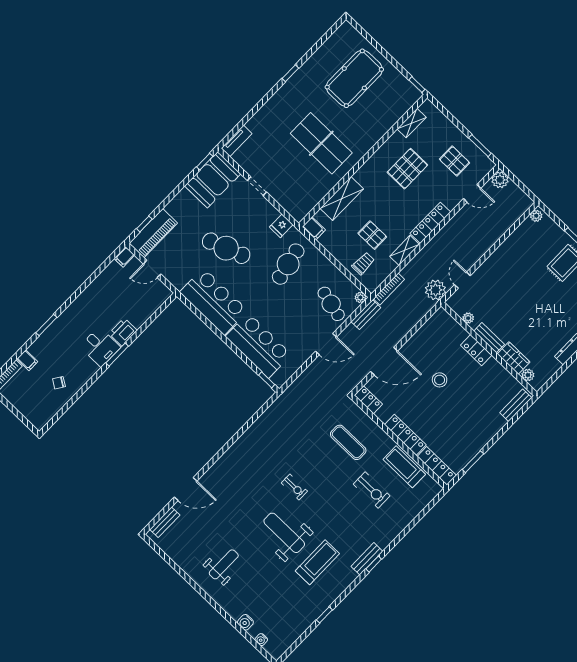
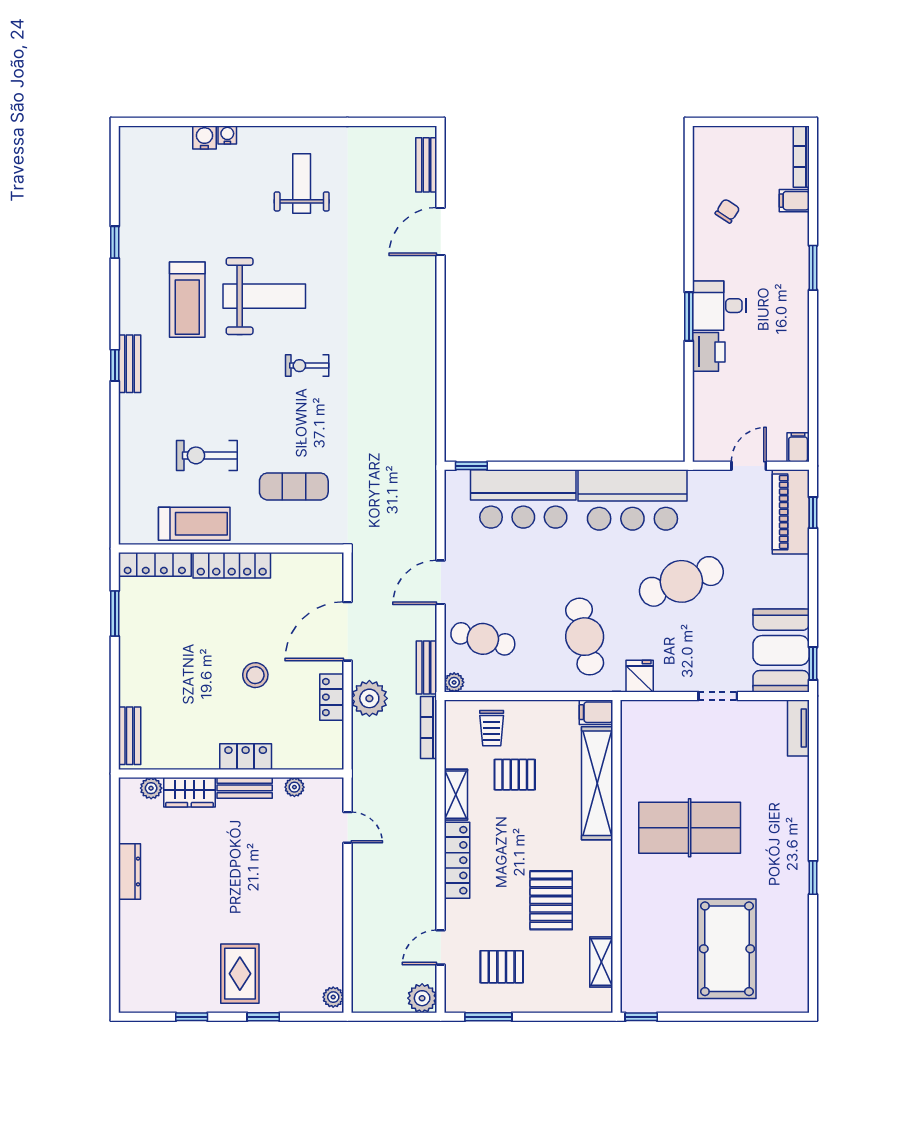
shelving: (342, 199) -> (597, 783), width x1.47
plant: (435, 290) -> (369, 698), moved
locker: (368, 400) -> (332, 697), moved, turned 90
weight bench: (224, 564) -> (302, 183), turned 180
water cooler: (261, 640) -> (227, 135), moved

